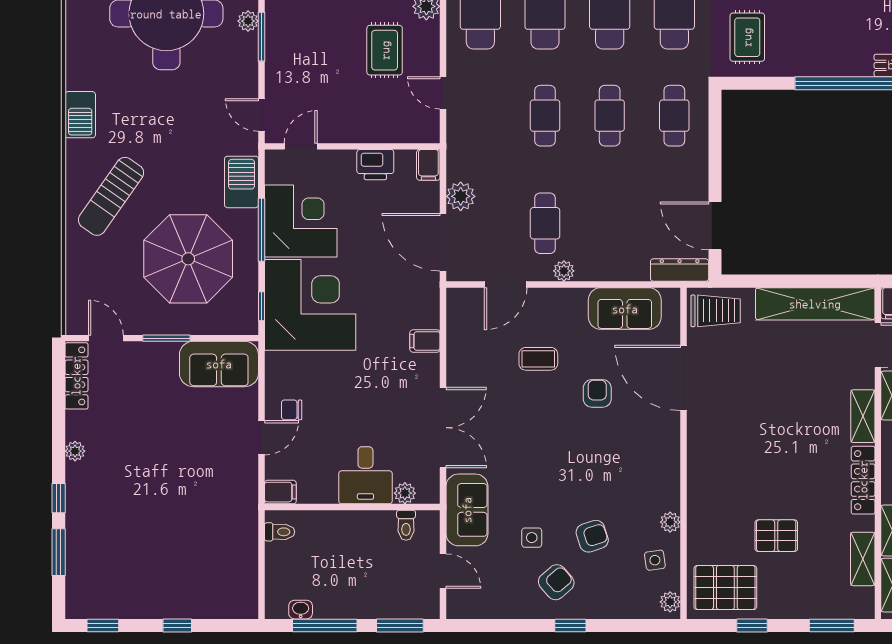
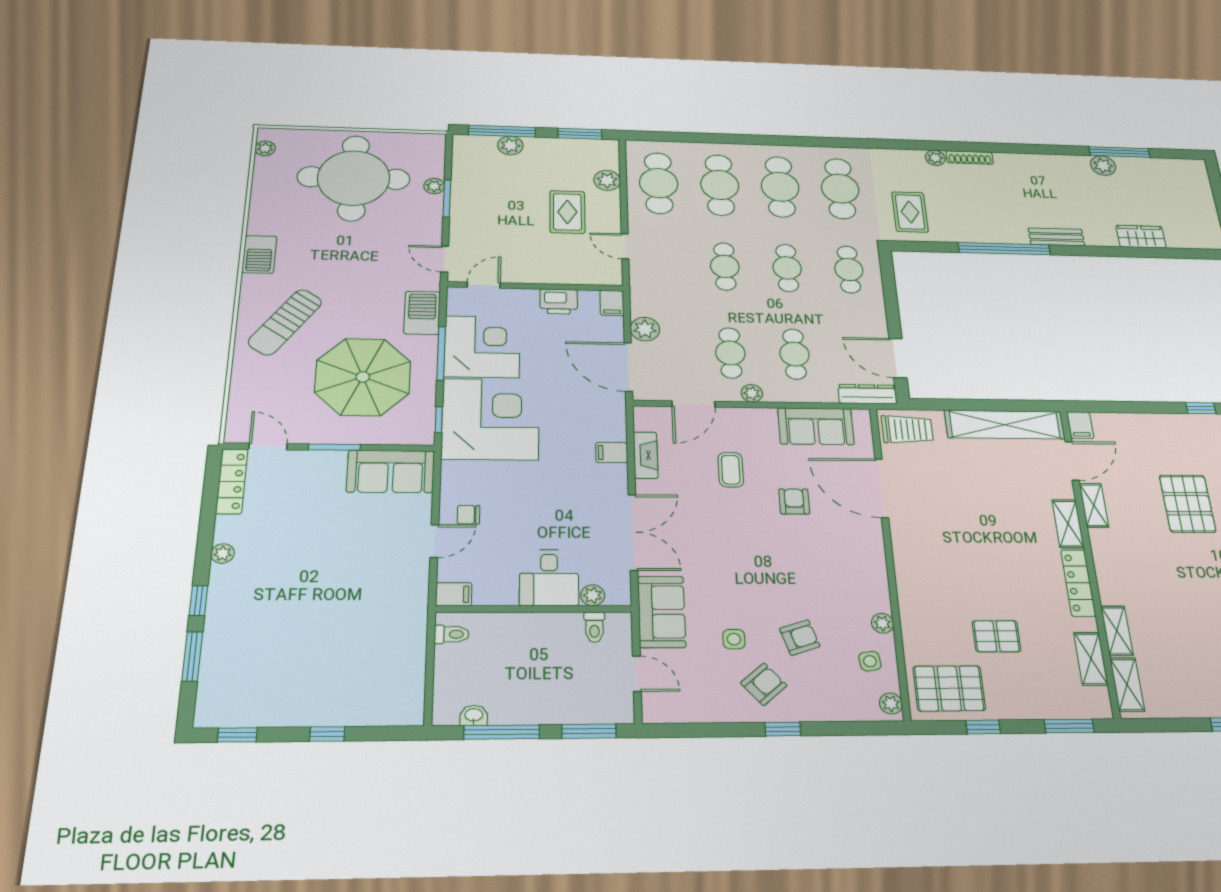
cafe table: (610, 223) -> (794, 354), added
fireplace: (457, 344) -> (646, 455), added
coffee table: (538, 359) -> (731, 470), turned 90

